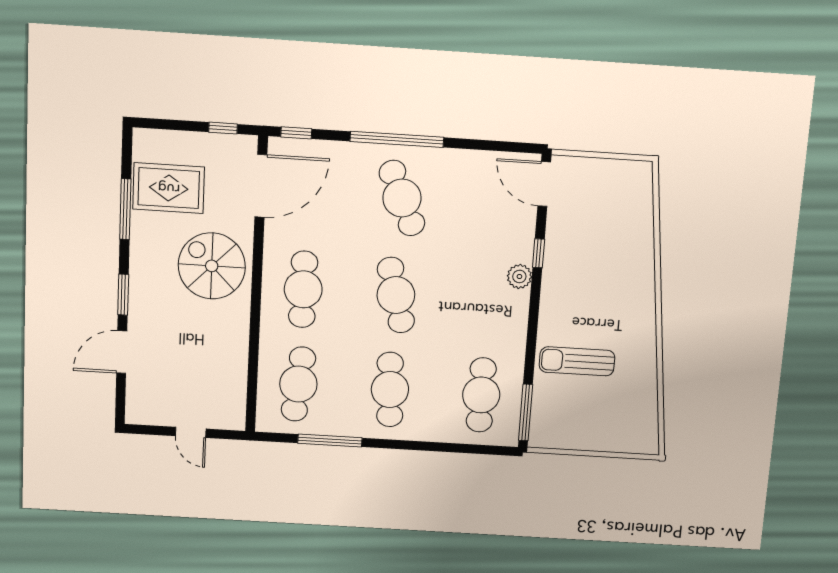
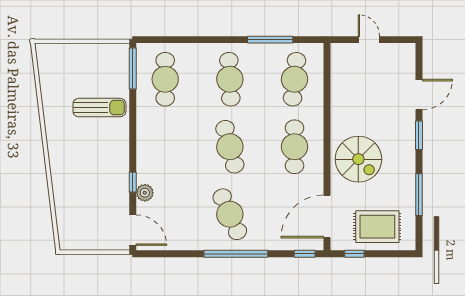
rug: (169, 188) -> (377, 227), moved
plant: (519, 276) -> (145, 193), moved

